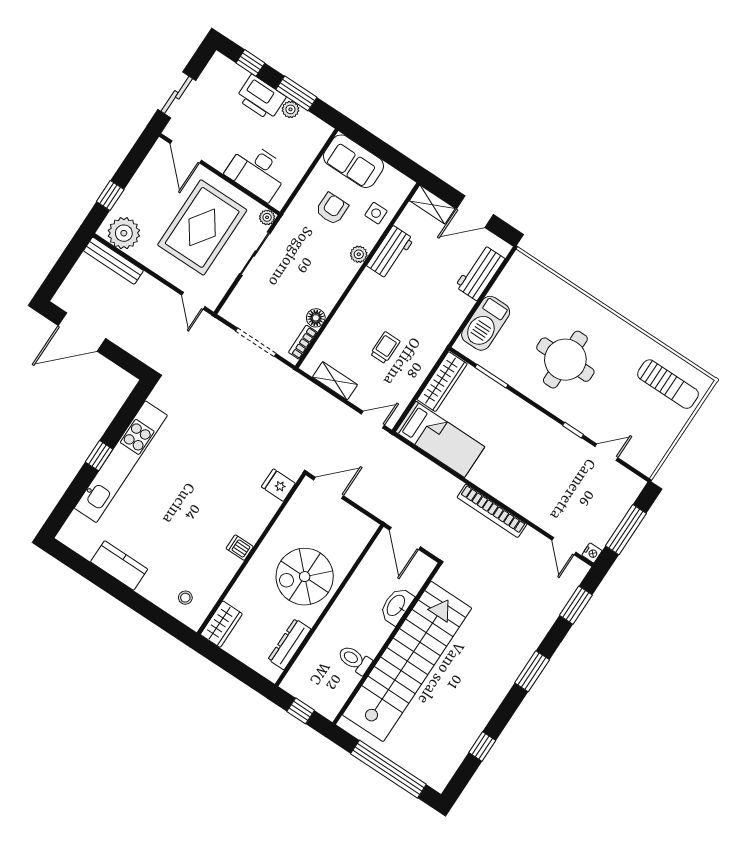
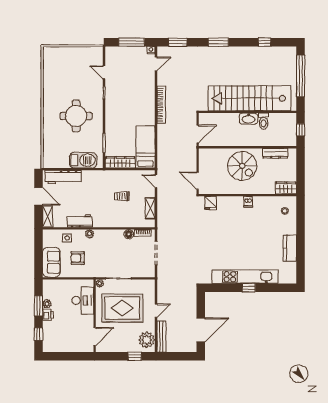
sliding door: (177, 95) -> (73, 356), removed
printer: (261, 98) -> (48, 315), width x0.53, depth x0.68
workbench: (480, 273) -> (63, 177), width x1.38
door: (193, 301) -> (156, 311), moved
door: (82, 332) -> (201, 330), hinge flipped
sun lounger: (668, 384) -> (58, 65), removed
washbasin: (396, 606) -> (249, 119), moved

